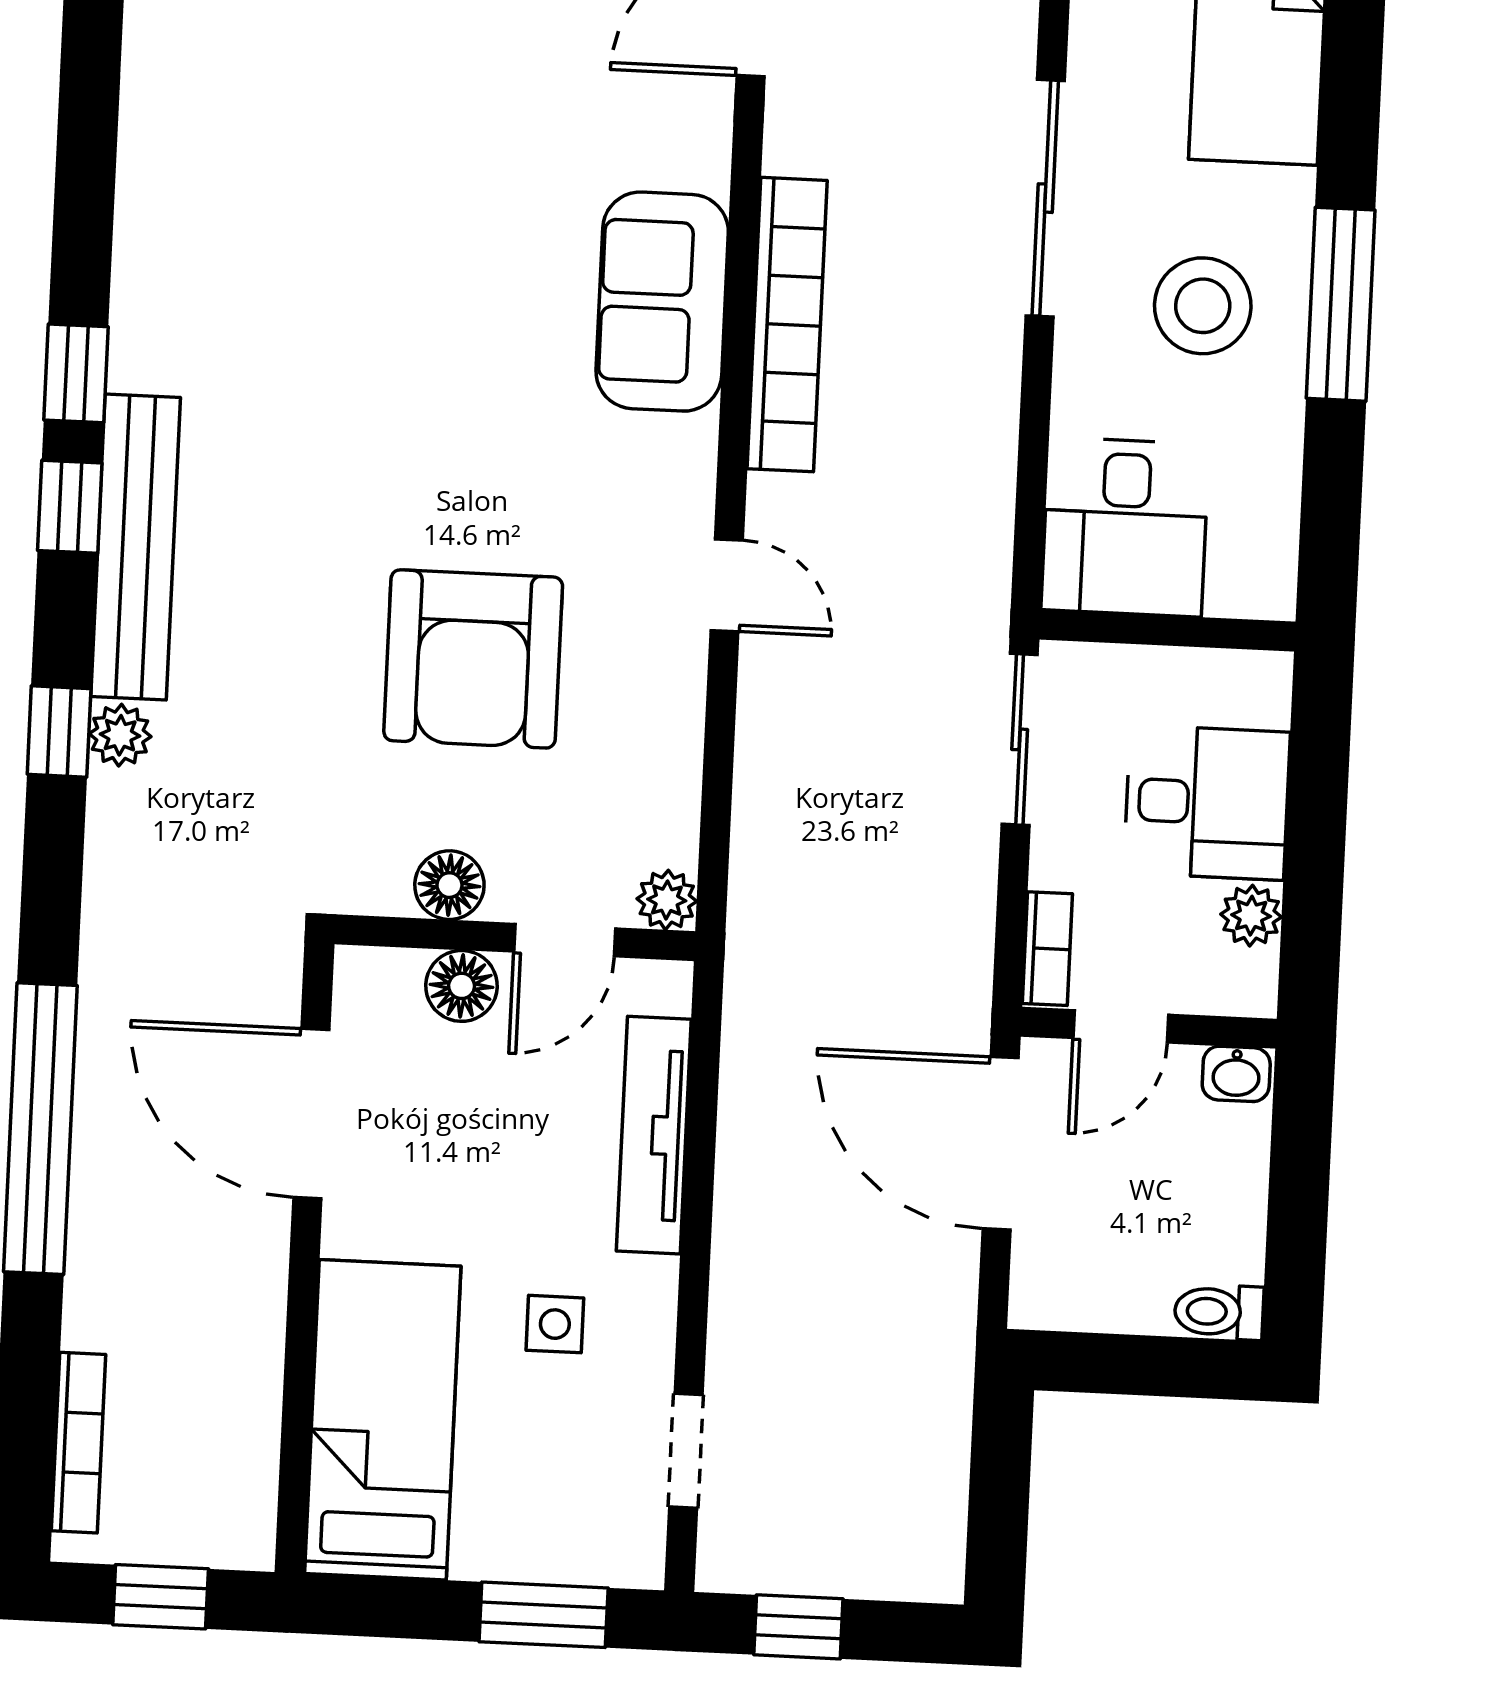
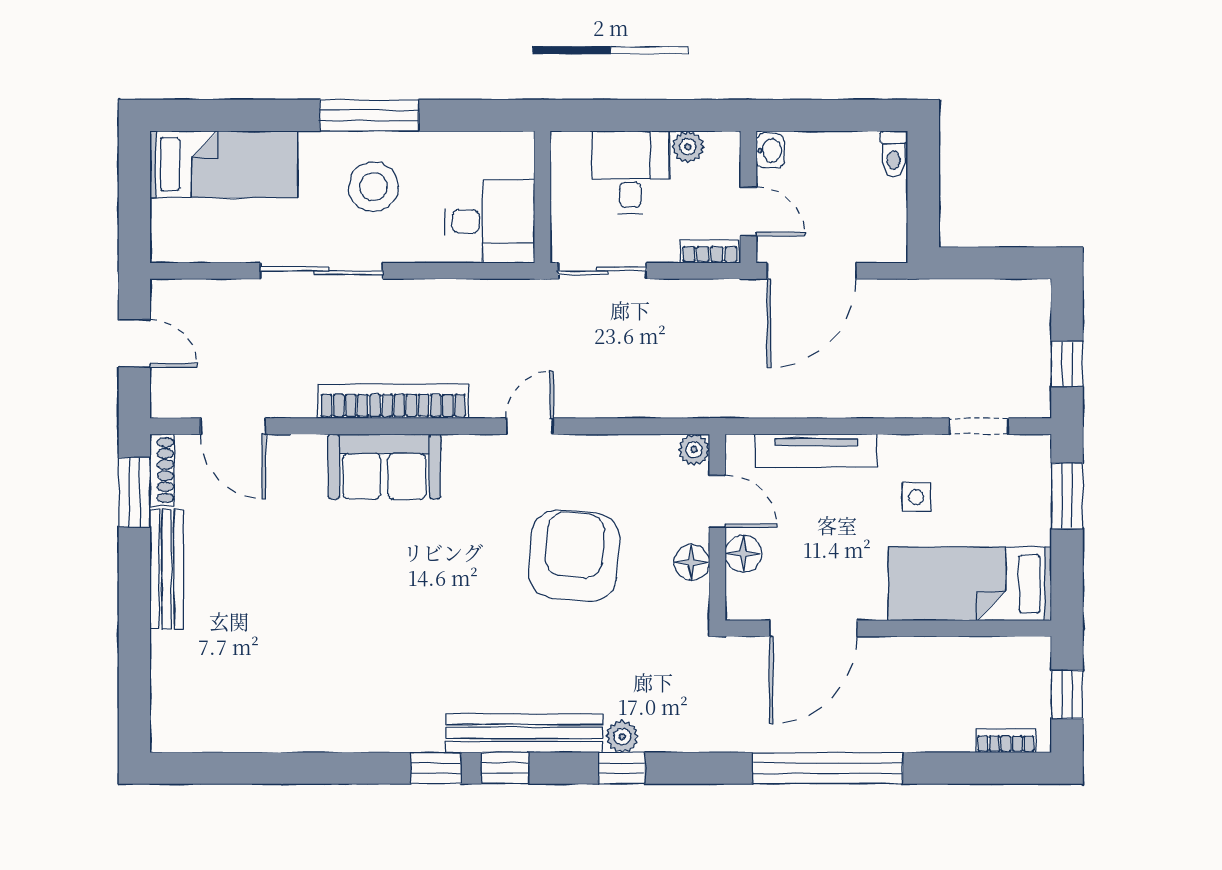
armchair: (473, 659) -> (574, 556), turned -85
bookcase: (79, 1443) -> (1006, 741), width x0.64

